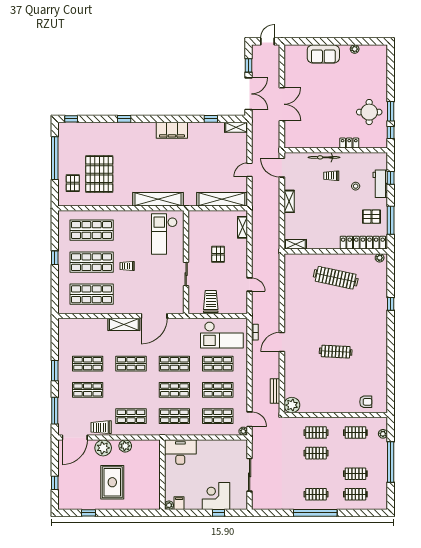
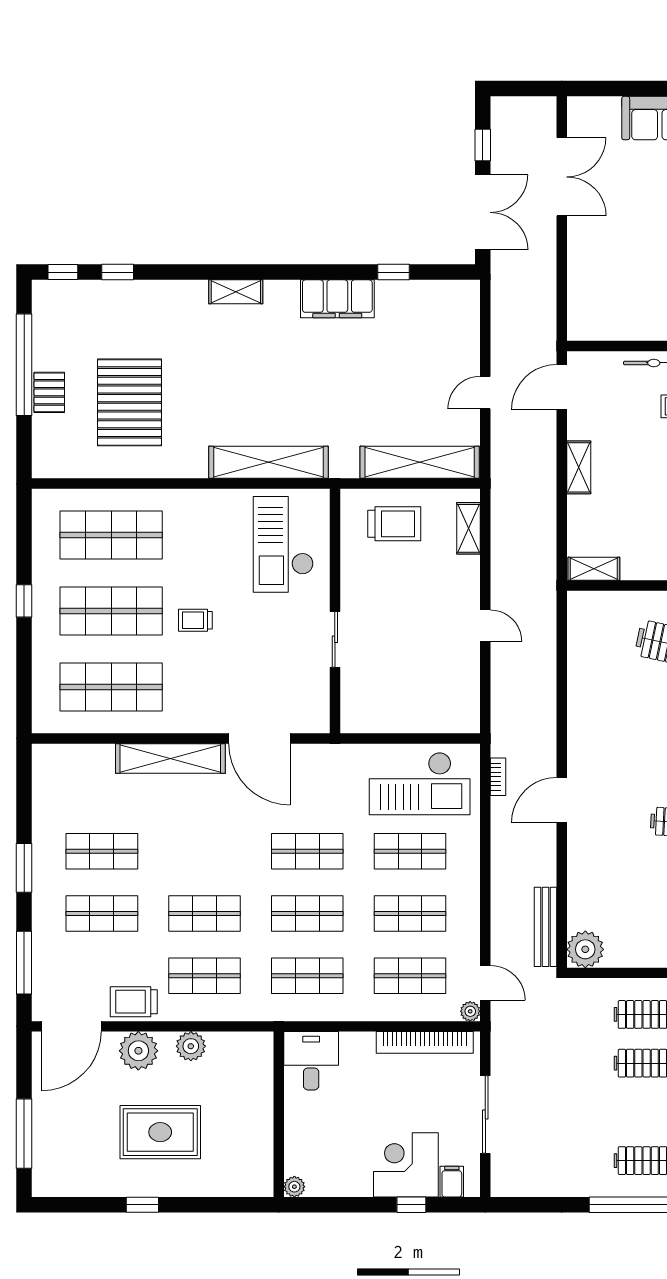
door: (268, 41) -> (528, 89), removed
double door: (282, 104) -> (562, 177), moved
window: (124, 119) -> (118, 272), moved
shelving: (236, 127) -> (236, 292), moved
filing cabinet: (172, 130) -> (337, 299), moved
door: (282, 168) -> (562, 387), hinge flipped
pallet: (73, 183) -> (49, 392), moved
pallet: (218, 254) -> (411, 592), removed
door: (250, 285) -> (485, 626), moved
trolley: (211, 301) -> (394, 524), moved, turned 90
door: (154, 316) -> (259, 738), hinge flipped
shelving: (124, 324) -> (170, 758), width x1.47
shop shelf: (131, 364) -> (205, 914), moved
bench: (275, 391) -> (545, 927), width x1.36
bookcase: (224, 444) -> (425, 1042), added
desk: (180, 452) -> (311, 1061), width x0.73
rug: (112, 482) -> (160, 1132), turned 90
window: (55, 483) -> (24, 1134), width x2.17
filing cabinet: (179, 503) -> (452, 1182), moved
window: (88, 513) -> (142, 1205), moved

